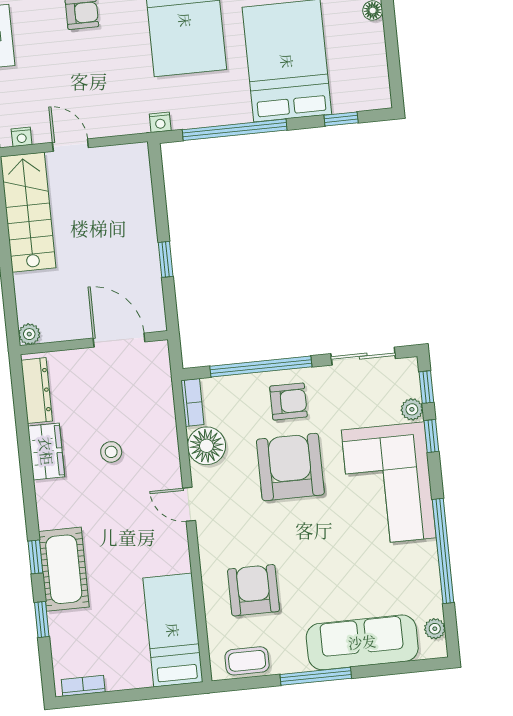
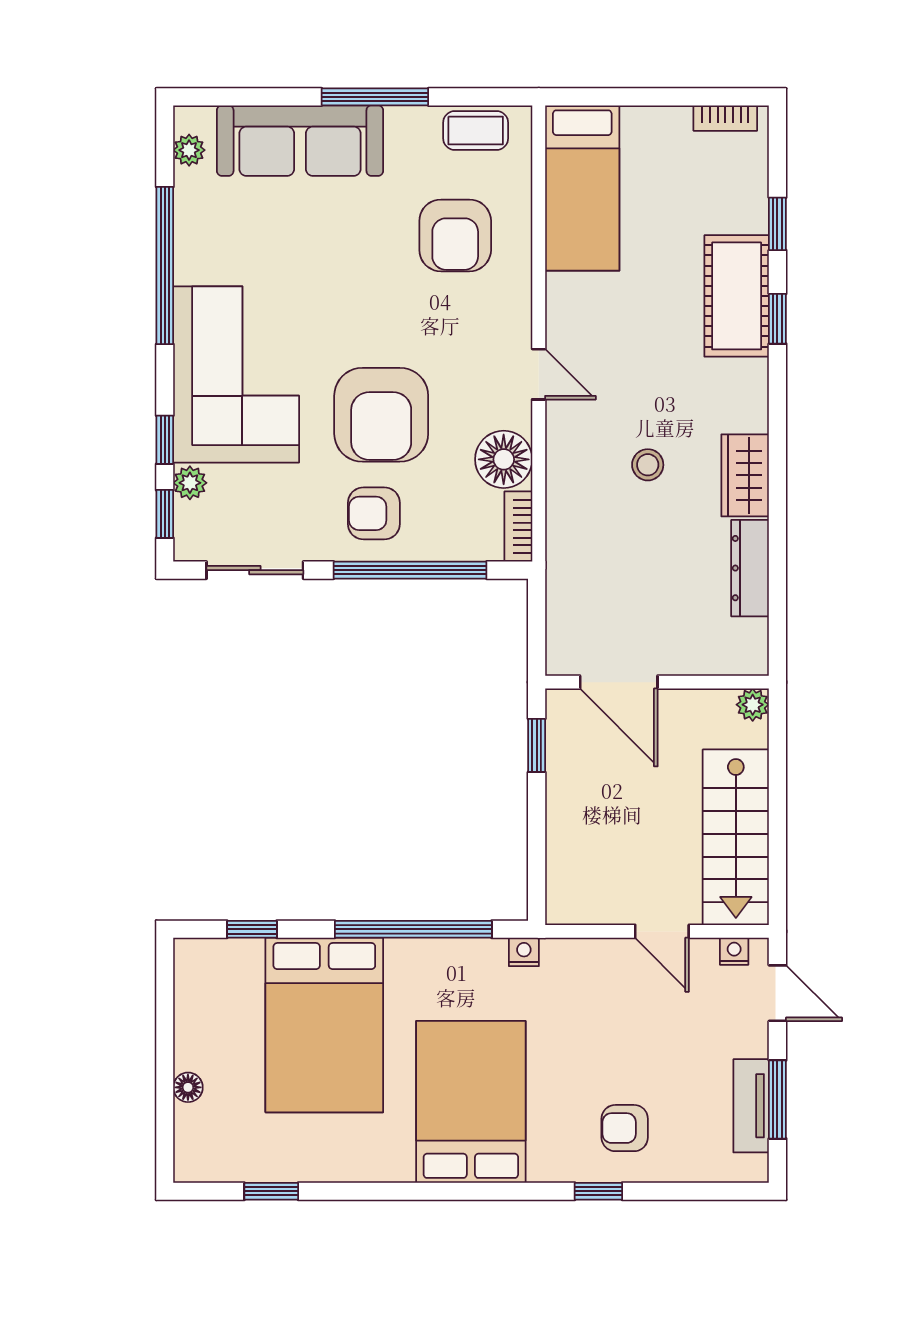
plant: (29, 334) -> (753, 705), moved
door: (119, 340) -> (619, 682), moved
wall: (94, 343) -> (657, 682), moved

